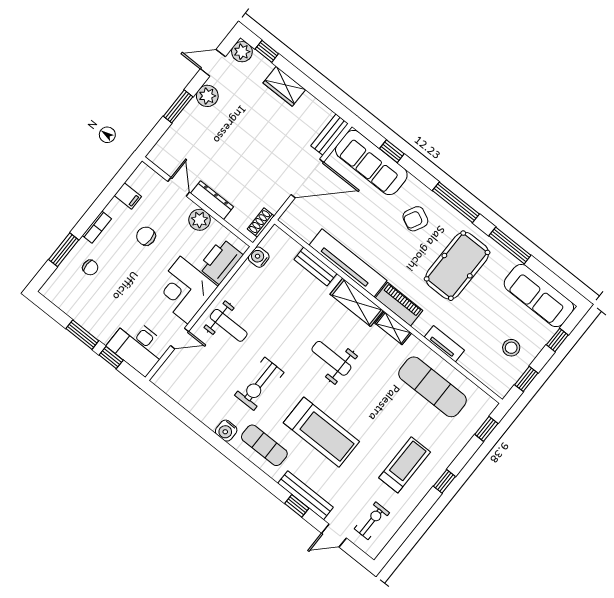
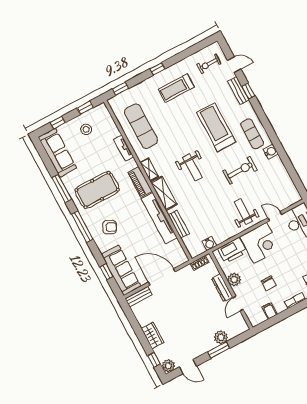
plant: (207, 96) -> (221, 337), moved
bench: (306, 495) -> (238, 91), width x0.73

